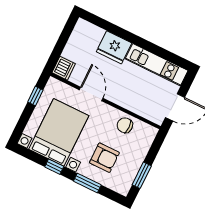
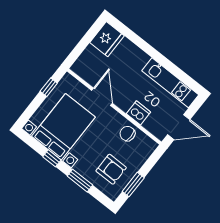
fridge: (114, 47) -> (107, 39), moved, turned -90
dishwasher: (64, 68) -> (138, 113), moved, turned -90
armchair: (104, 158) -> (111, 169), moved

